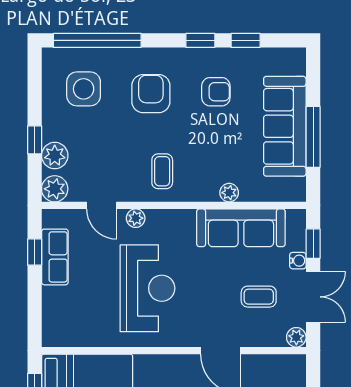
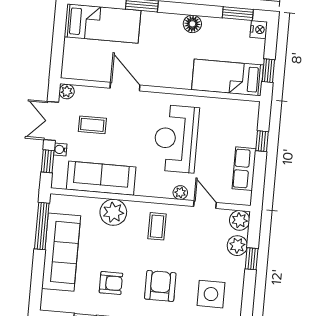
armchair: (216, 92) -> (111, 283), turned 180
armchair: (151, 94) -> (160, 286), turned 180
window: (313, 137) -> (42, 226), moved
plant: (229, 193) -> (113, 212), width x1.88, depth x1.88
window: (35, 252) -> (262, 141), moved

